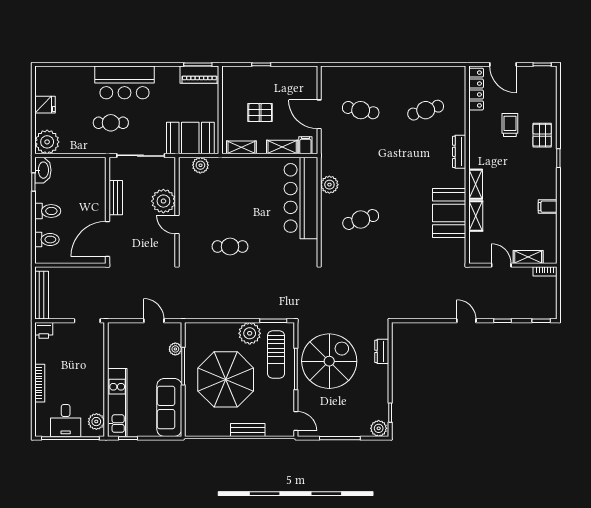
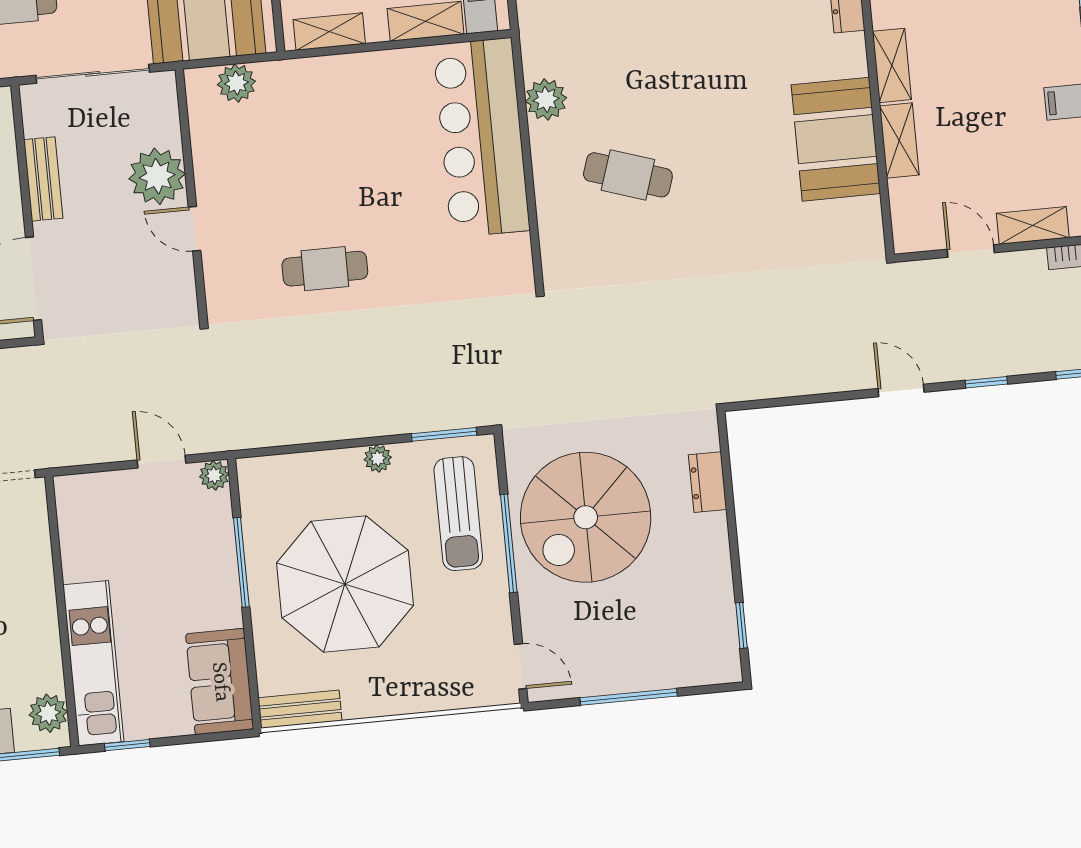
cafe table: (361, 219) -> (628, 175), turned 36
plant: (250, 333) -> (378, 458), width x0.53, depth x0.53
plant: (175, 349) -> (214, 475), moved
spiral stairs: (329, 361) -> (586, 517), turned 180
sofa: (169, 407) -> (220, 682), width x0.73
plant: (379, 428) -> (718, 665), removed
bench: (248, 430) -> (300, 709), moved

